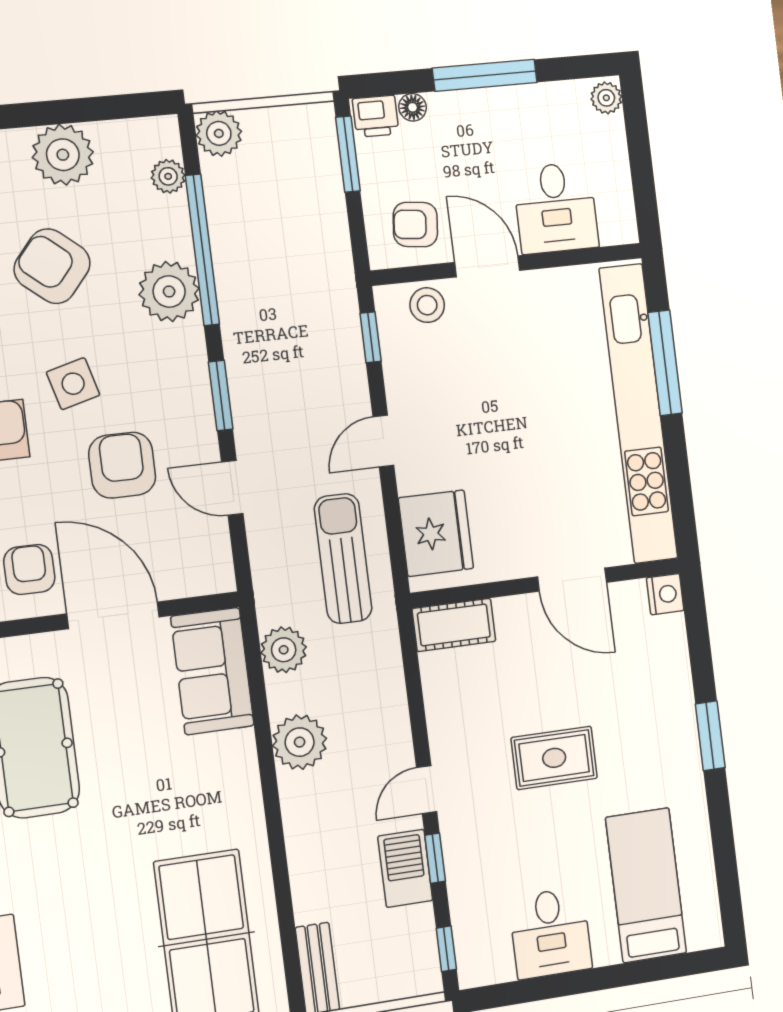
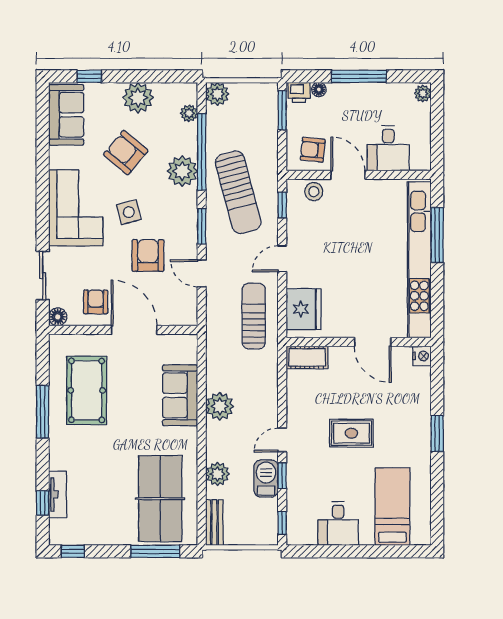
sun lounger: (283, 322) -> (238, 192), added
plant: (284, 650) -> (217, 474), moved
sofa: (212, 671) -> (180, 395), moved

